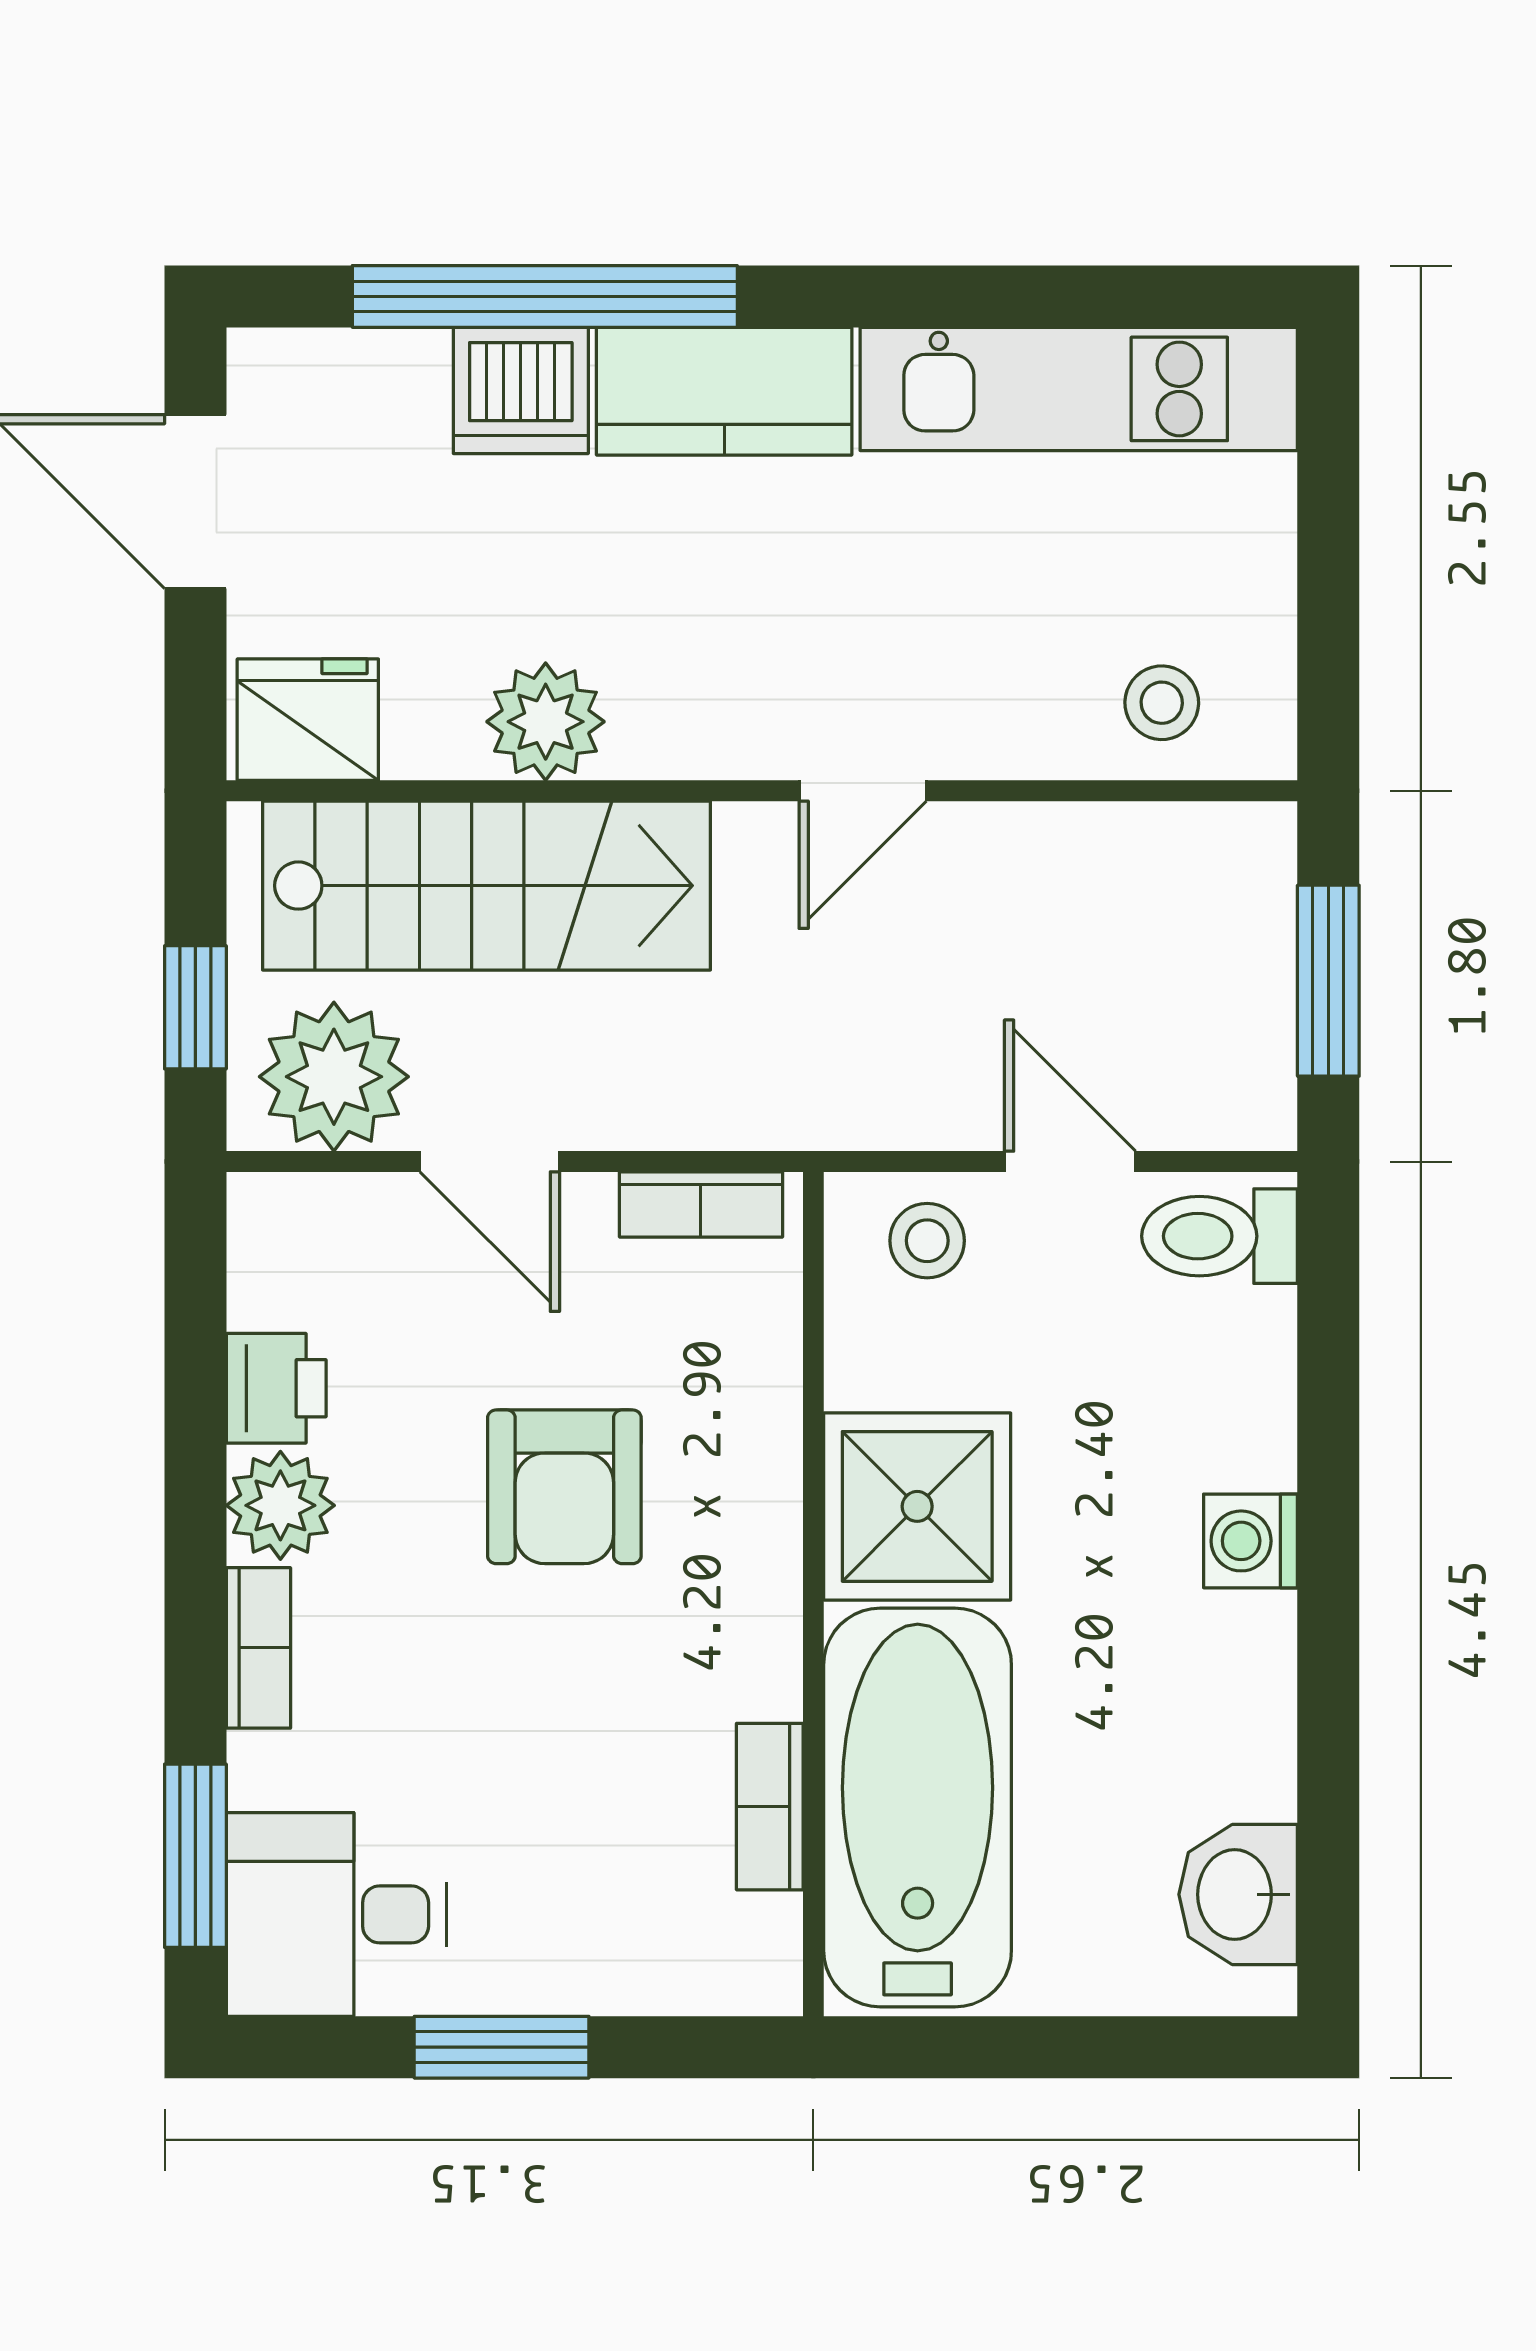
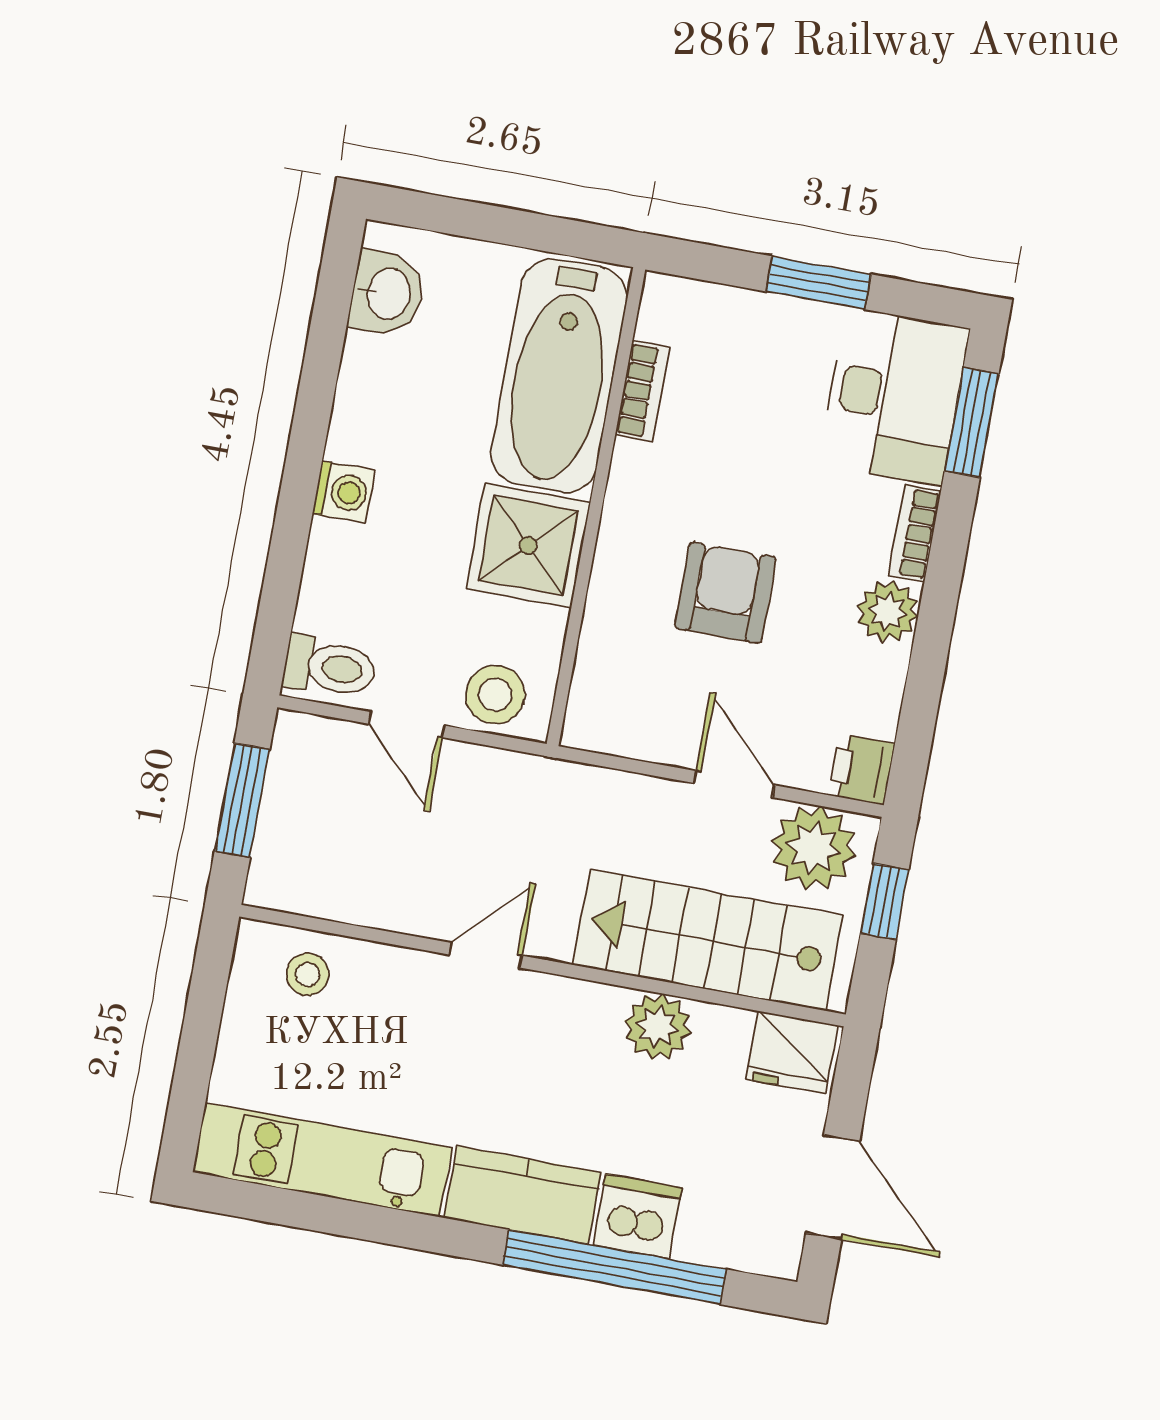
bookcase: (701, 1204) -> (619, 738), removed
stool: (927, 1241) -> (495, 695), width x1.37, depth x1.37
printer: (276, 1388) -> (861, 769), moved
desk: (336, 1914) -> (894, 396), width x1.37

